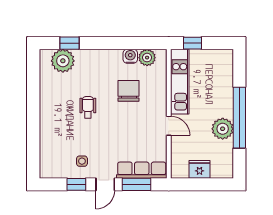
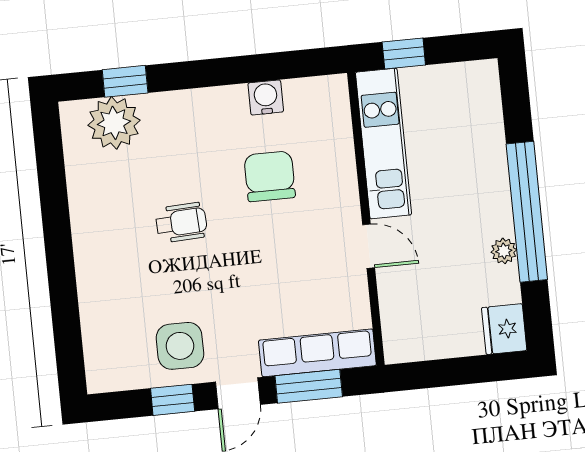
plant: (147, 58) -> (304, 97), removed
wheelchair: (88, 107) -> (181, 223), turned 87
plant: (223, 129) -> (504, 251), width x0.53, depth x0.53
side table: (82, 161) -> (180, 346), width x1.87, depth x1.87
fridge: (199, 169) -> (504, 329), moved, turned -90

